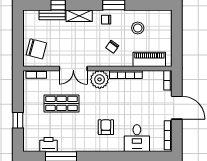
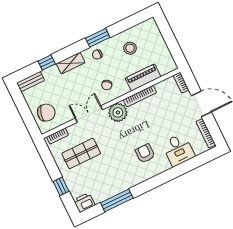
bench: (52, 15) -> (31, 82), moved
chair: (112, 47) -> (107, 85), moved
piano: (149, 59) -> (143, 78), moved
double door: (73, 68) -> (89, 114), swing flipped
shop shelf: (61, 103) -> (81, 153), moved
printer: (49, 144) -> (84, 203), moved

